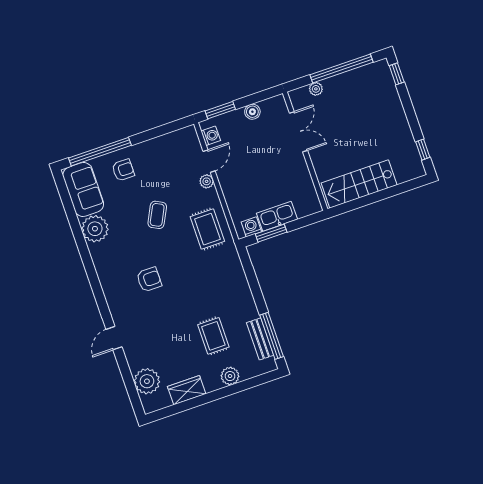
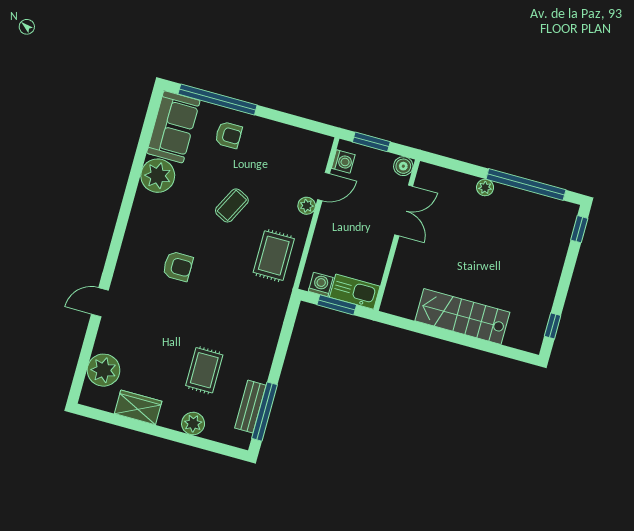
double door: (298, 132) -> (404, 210), moved
wall: (305, 151) -> (397, 235), moved

